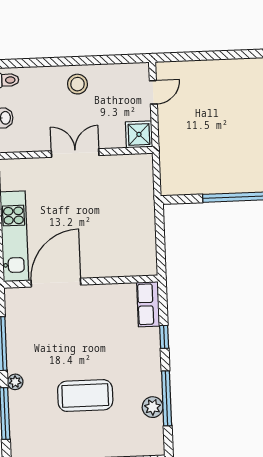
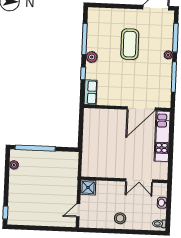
double door: (75, 153) -> (139, 180), moved
coffee table: (85, 396) -> (130, 44), turned 90
plant: (153, 407) -> (92, 57), moved

